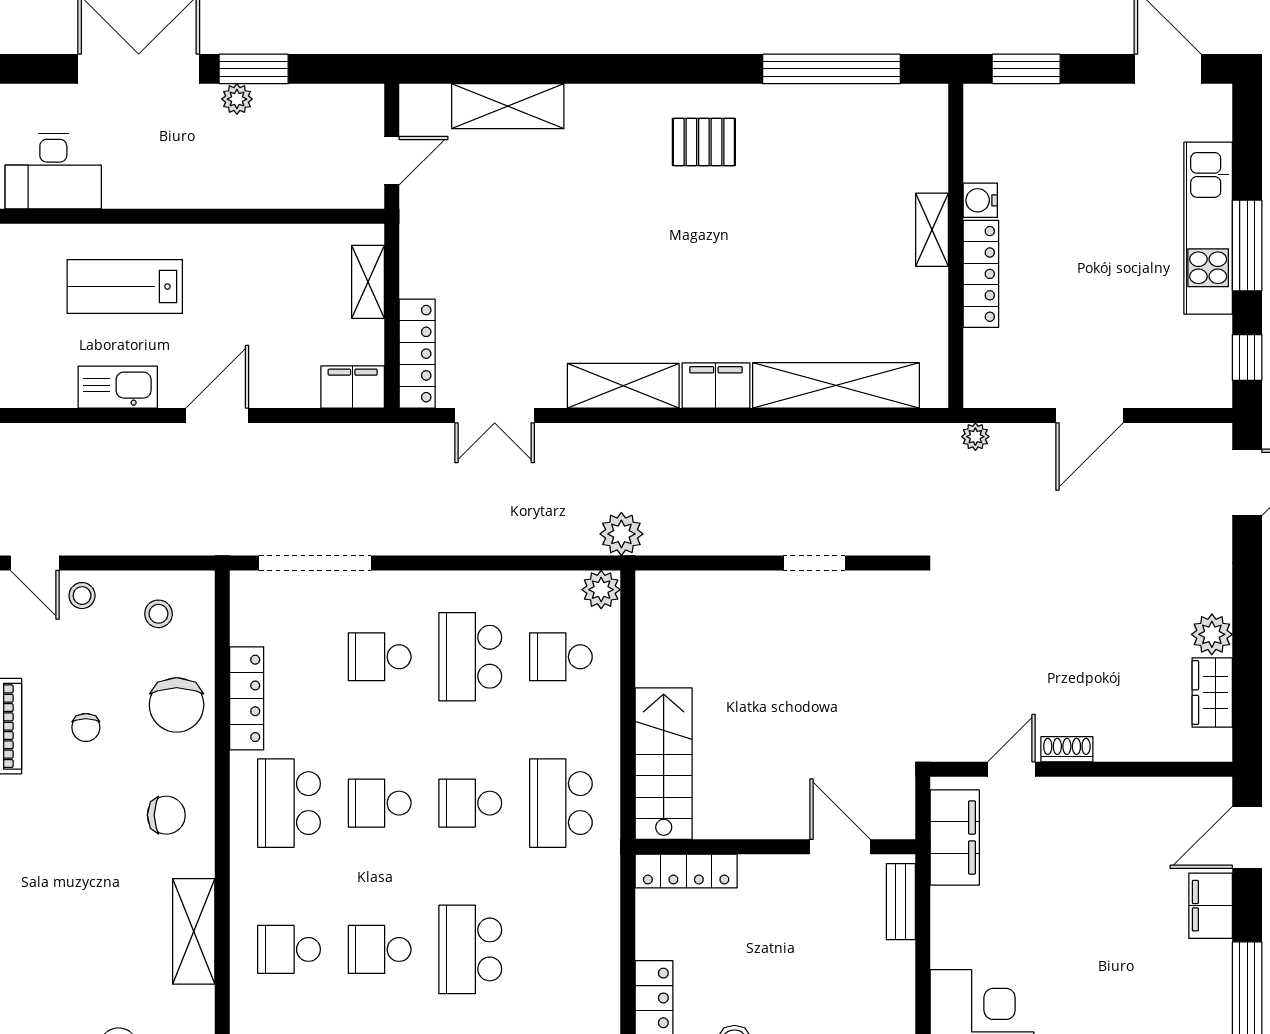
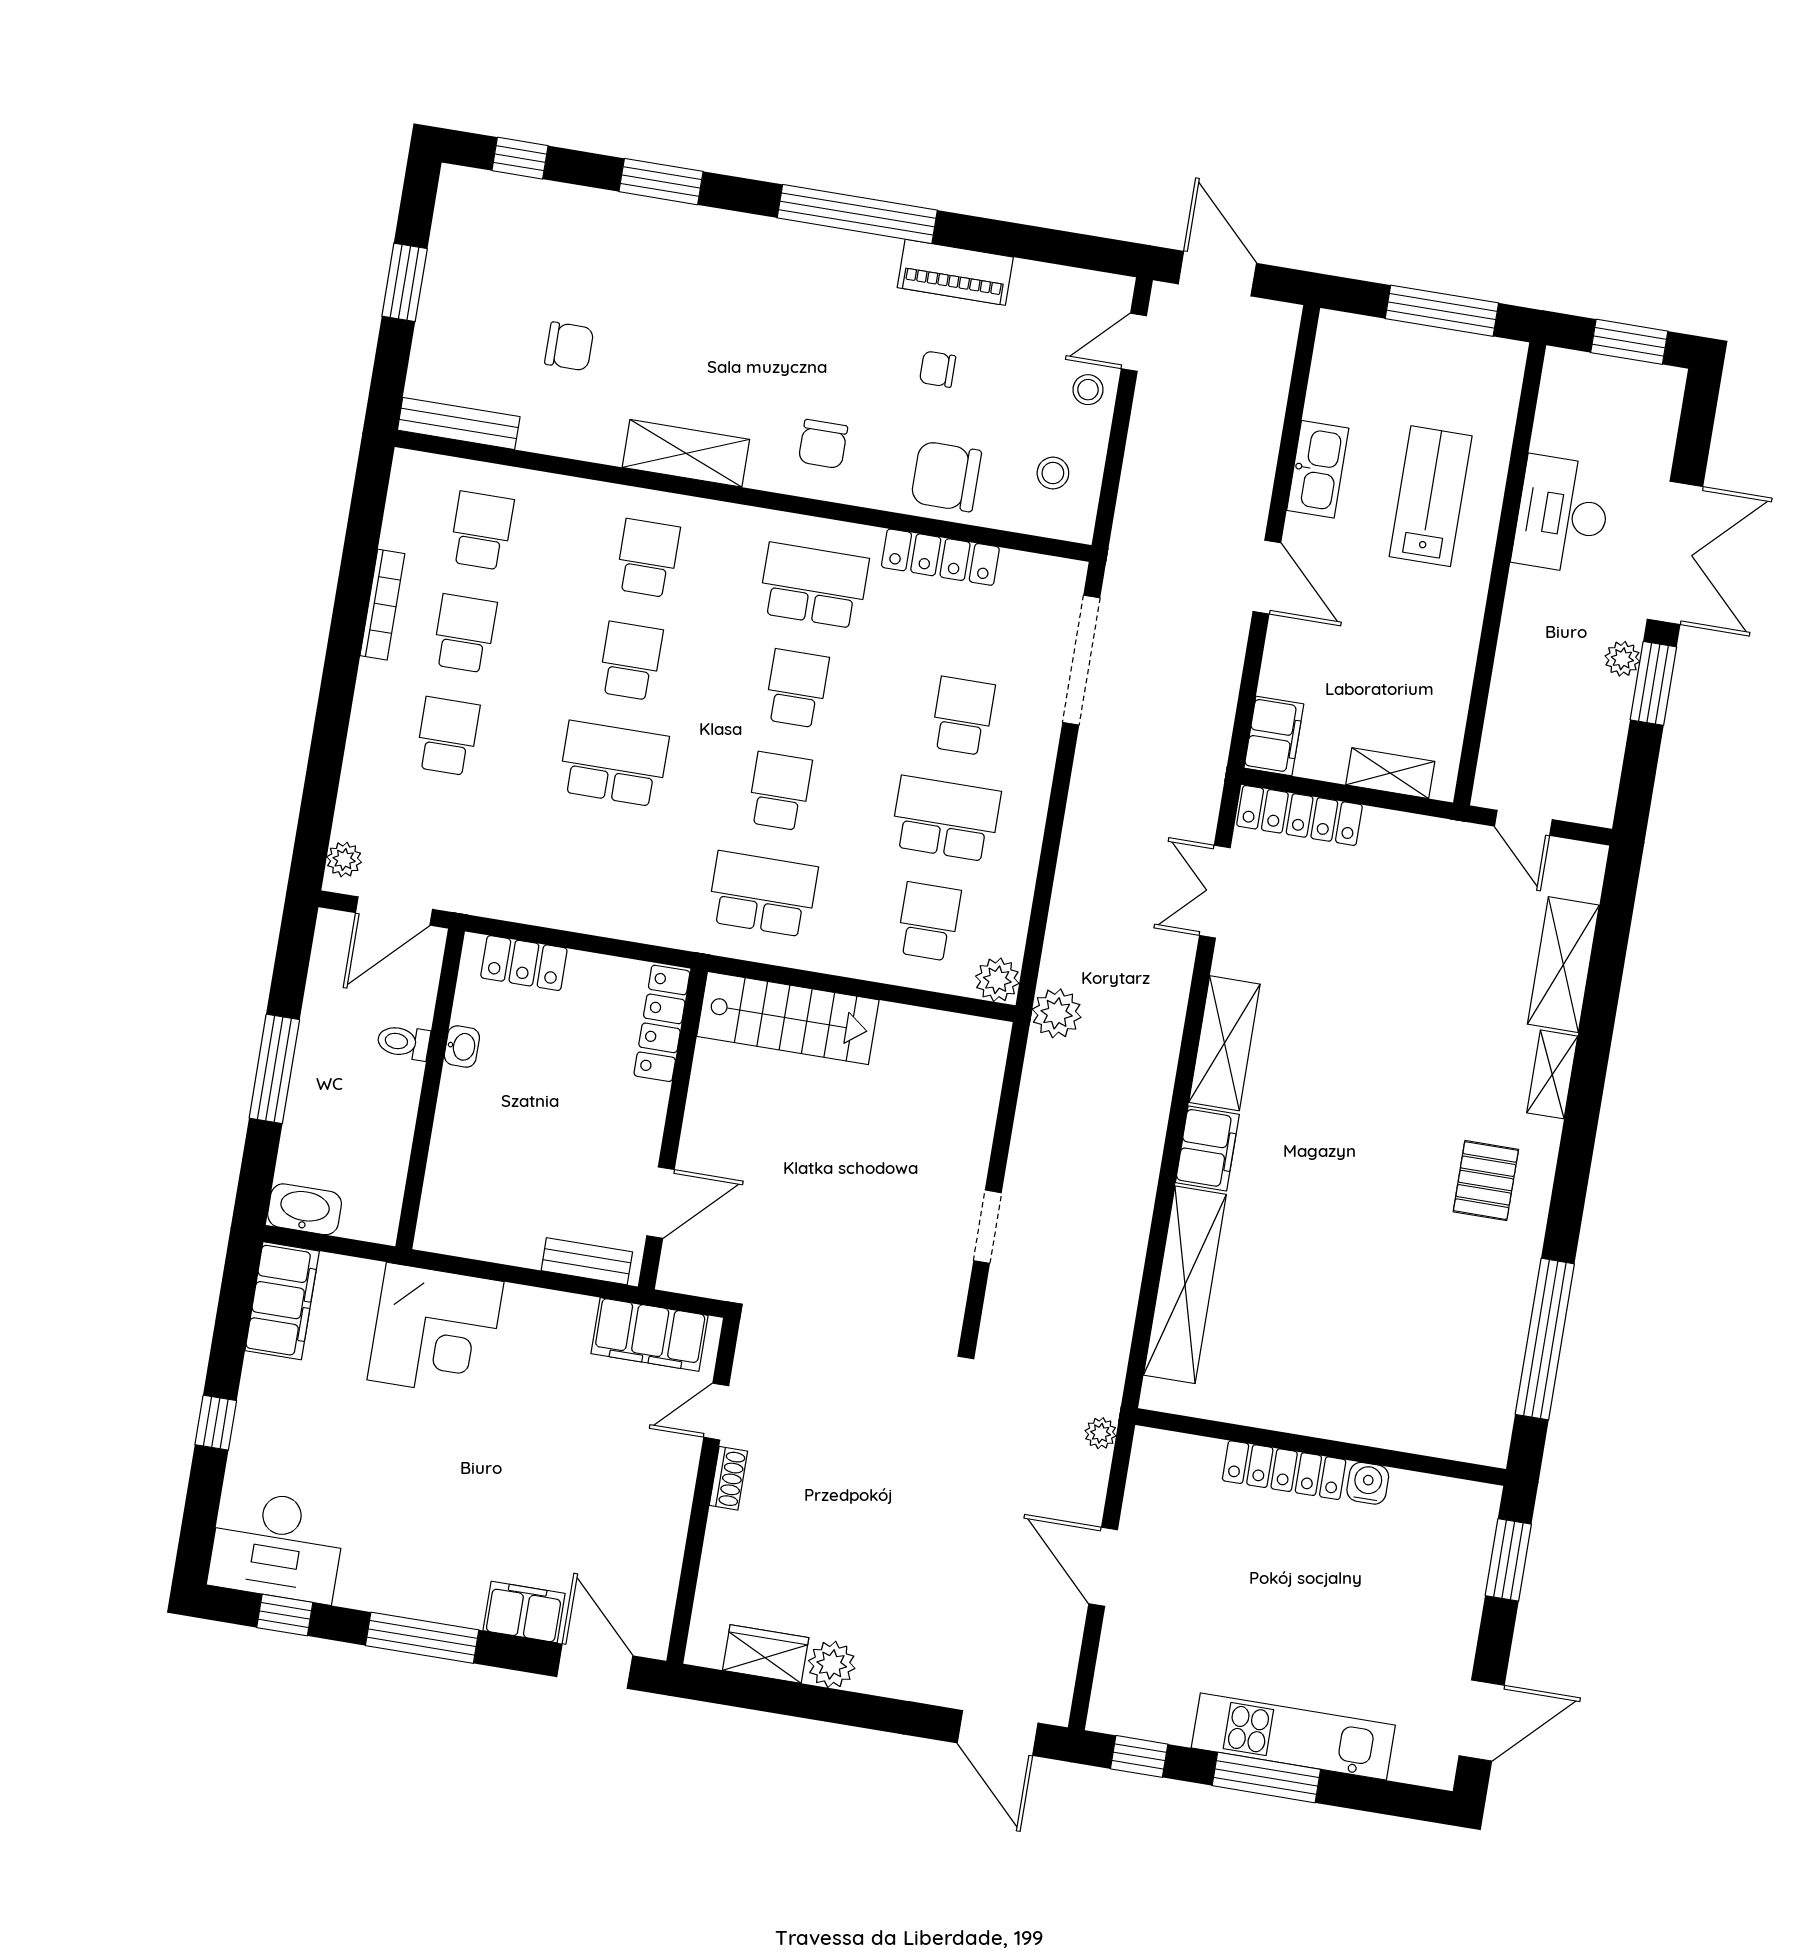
desk: (53, 171) -> (1562, 515), moved
shelving: (932, 230) -> (1552, 1074), moved, turned 90
door: (1011, 769) -> (716, 1412), swing flipped

